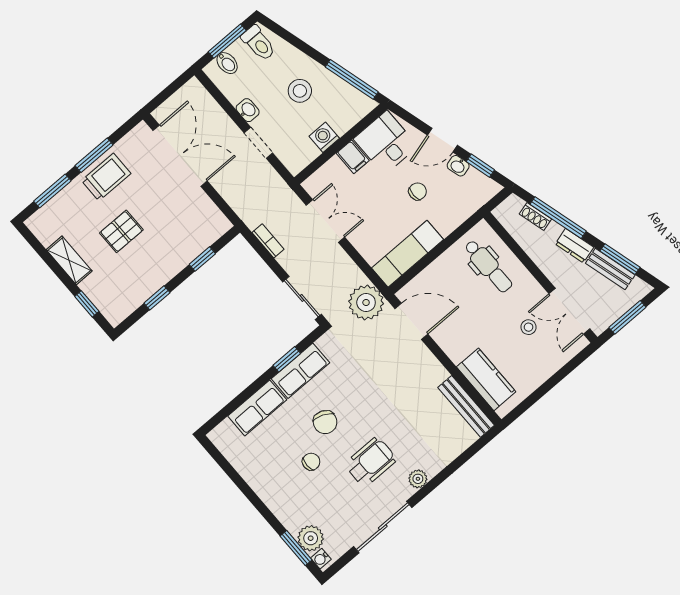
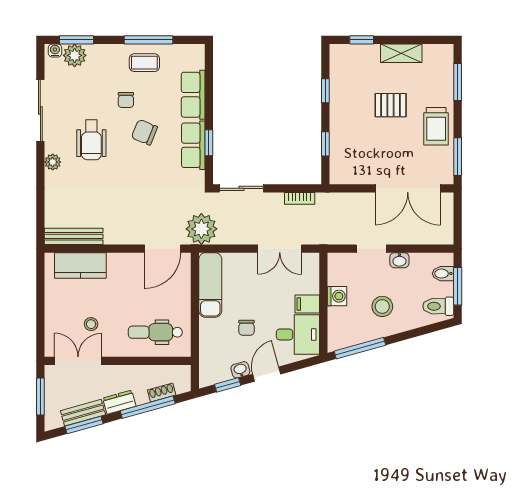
window: (94, 155) -> (458, 157), moved
pallet: (121, 231) -> (391, 105), turned 90
coffee table: (266, 473) -> (144, 63), added
window: (243, 486) -> (148, 40), added

